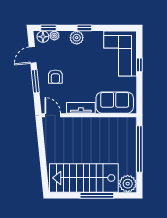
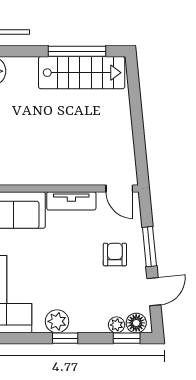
plant: (77, 38) -> (57, 321), moved
stairs: (84, 178) -> (82, 73), width x0.73, depth x0.66
window: (97, 195) -> (77, 51), moved

